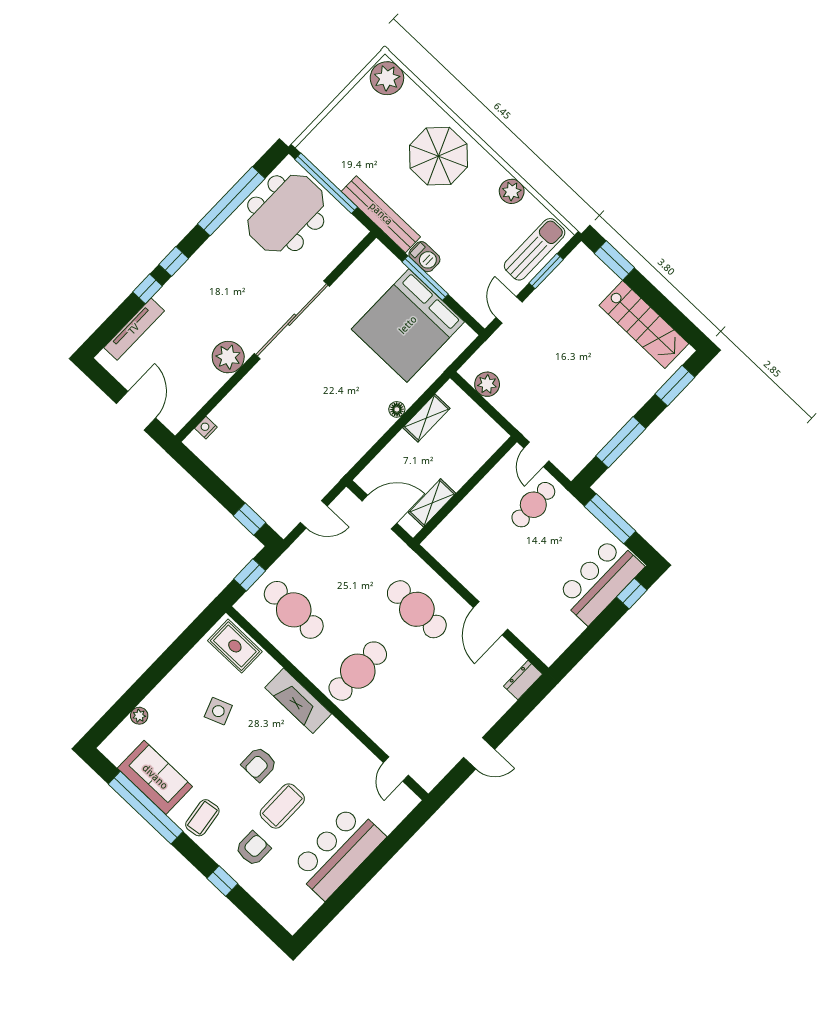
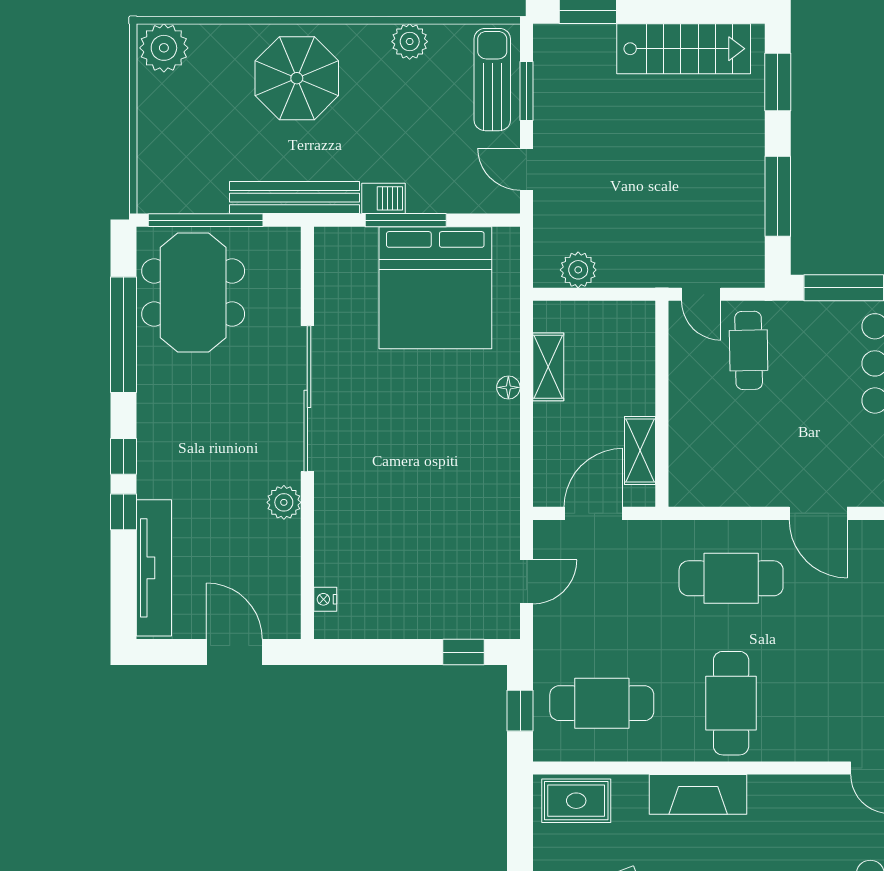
tv unit: (134, 329) -> (154, 568), width x1.36, depth x1.29
plant: (228, 357) -> (284, 502), width x0.73, depth x0.73

